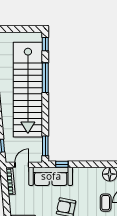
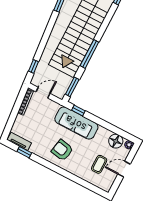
window: (45, 78) -> (89, 54), moved
sofa: (51, 176) -> (76, 123), moved

